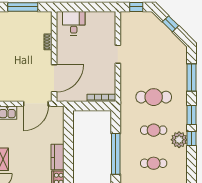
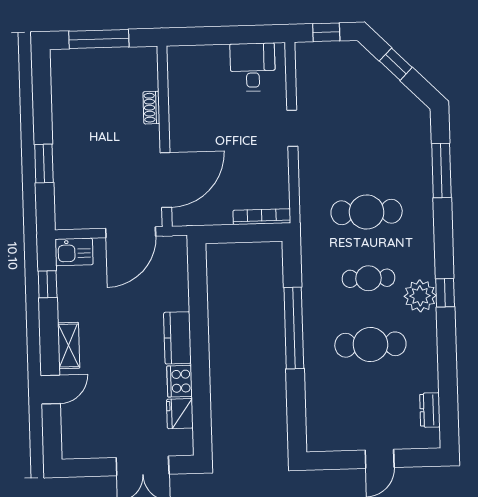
desk: (74, 23) -> (253, 67), moved
window: (192, 115) -> (444, 246), removed
cafe table: (154, 163) -> (370, 345), width x1.37, depth x1.35

